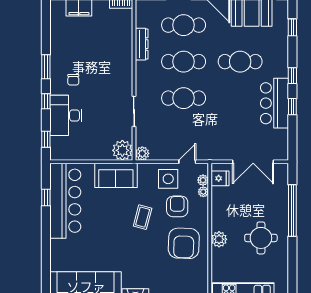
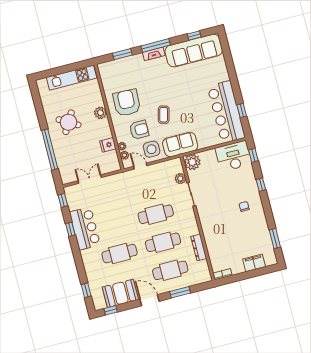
window: (46, 67) -> (275, 239), moved
window: (292, 76) -> (63, 200), moved
desk: (66, 115) -> (234, 156), moved, turned -90
plant: (142, 153) -> (180, 179), moved
door: (187, 162) -> (140, 166), swing flipped
double door: (253, 162) -> (90, 179), width x0.73
sofa: (116, 175) -> (180, 145), moved
fridge: (220, 178) -> (108, 145), moved
armchair: (177, 206) -> (139, 130), turned -90
round table: (261, 238) -> (69, 122), turned 30

